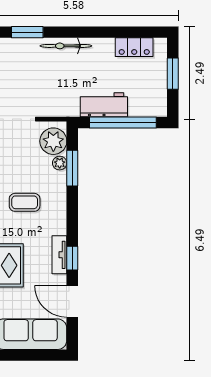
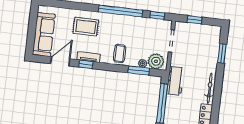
bicycle: (66, 46) -> (210, 88), moved
workbench: (104, 105) -> (175, 81), moved
coffee table: (25, 202) -> (120, 53), moved

